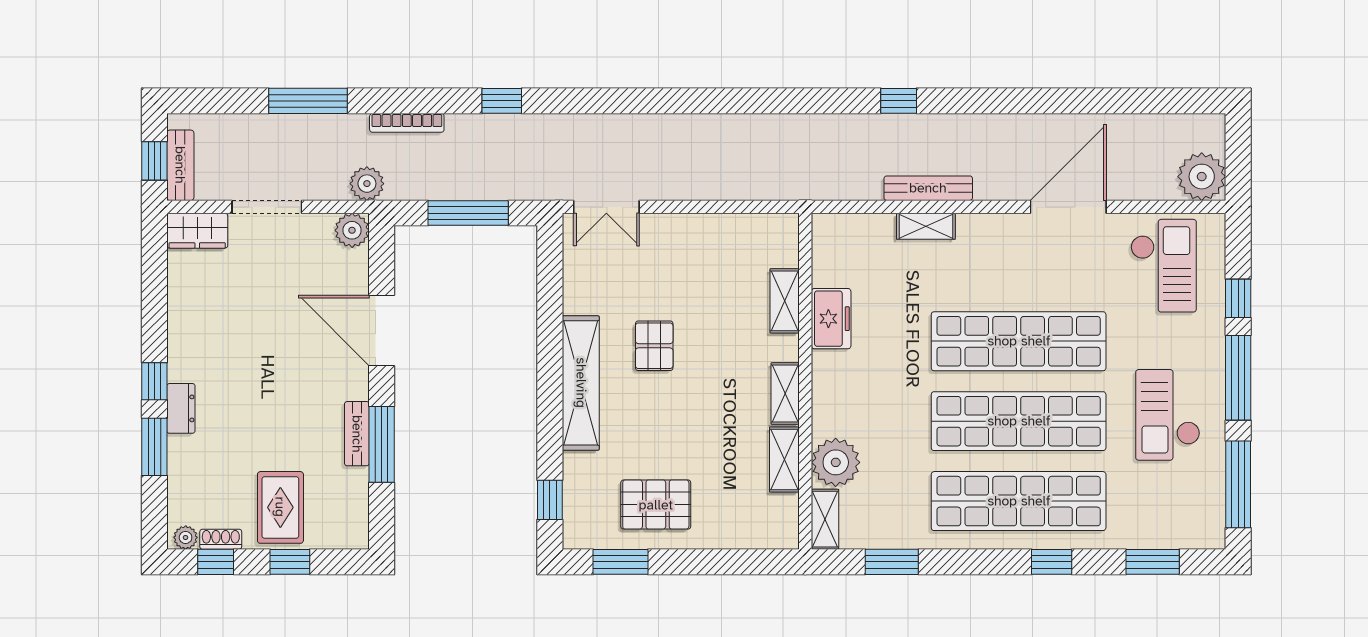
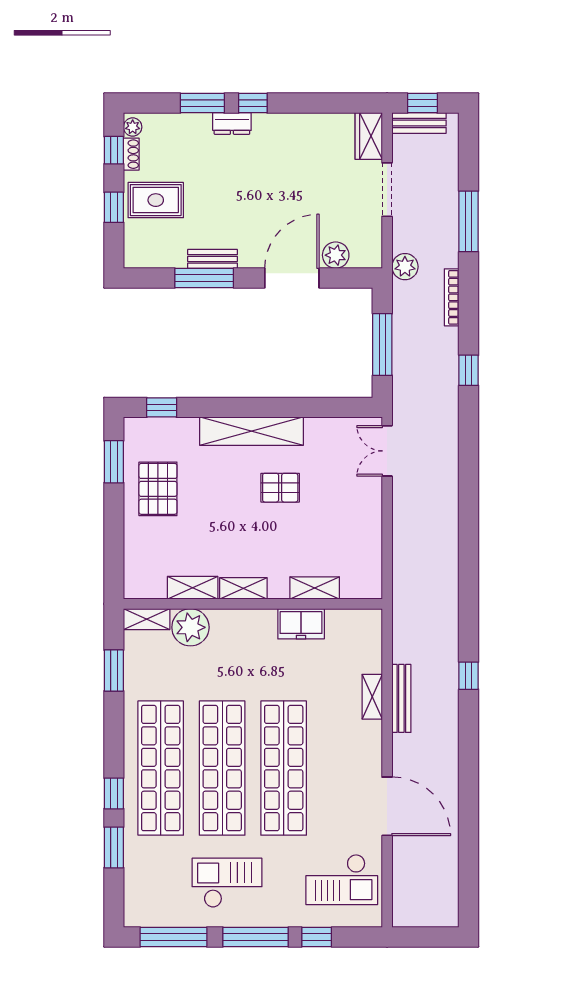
plant: (1202, 177) -> (410, 909), removed
plant: (352, 230) -> (336, 255), moved
window: (1153, 562) -> (114, 847), moved

